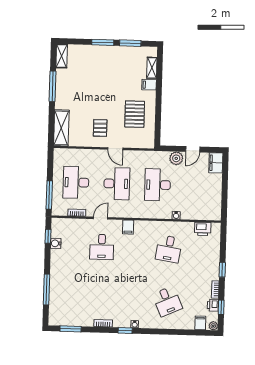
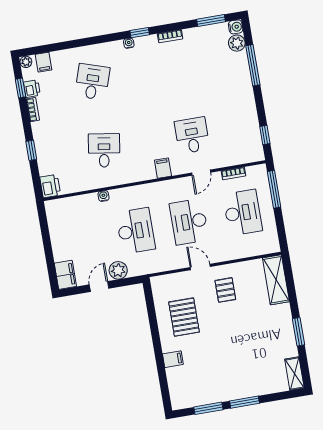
shelving: (152, 68) -> (174, 382), removed
window: (52, 86) -> (298, 332), width x0.69
printer: (203, 229) -> (50, 186), moved, turned 90
water cooler: (56, 243) -> (236, 27), moved
window: (222, 270) -> (31, 150), moved
desk: (167, 301) -> (92, 82), turned 42
plant: (55, 308) -> (237, 43), added

